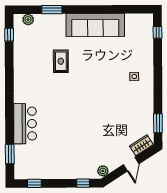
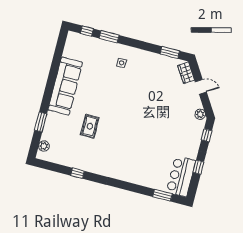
window: (9, 35) -> (78, 173), moved
window: (158, 57) -> (109, 37), added
rug: (61, 61) -> (90, 126), turned 90
bar counter: (25, 124) -> (181, 176), moved, turned -90
window: (34, 183) -> (198, 167), moved

